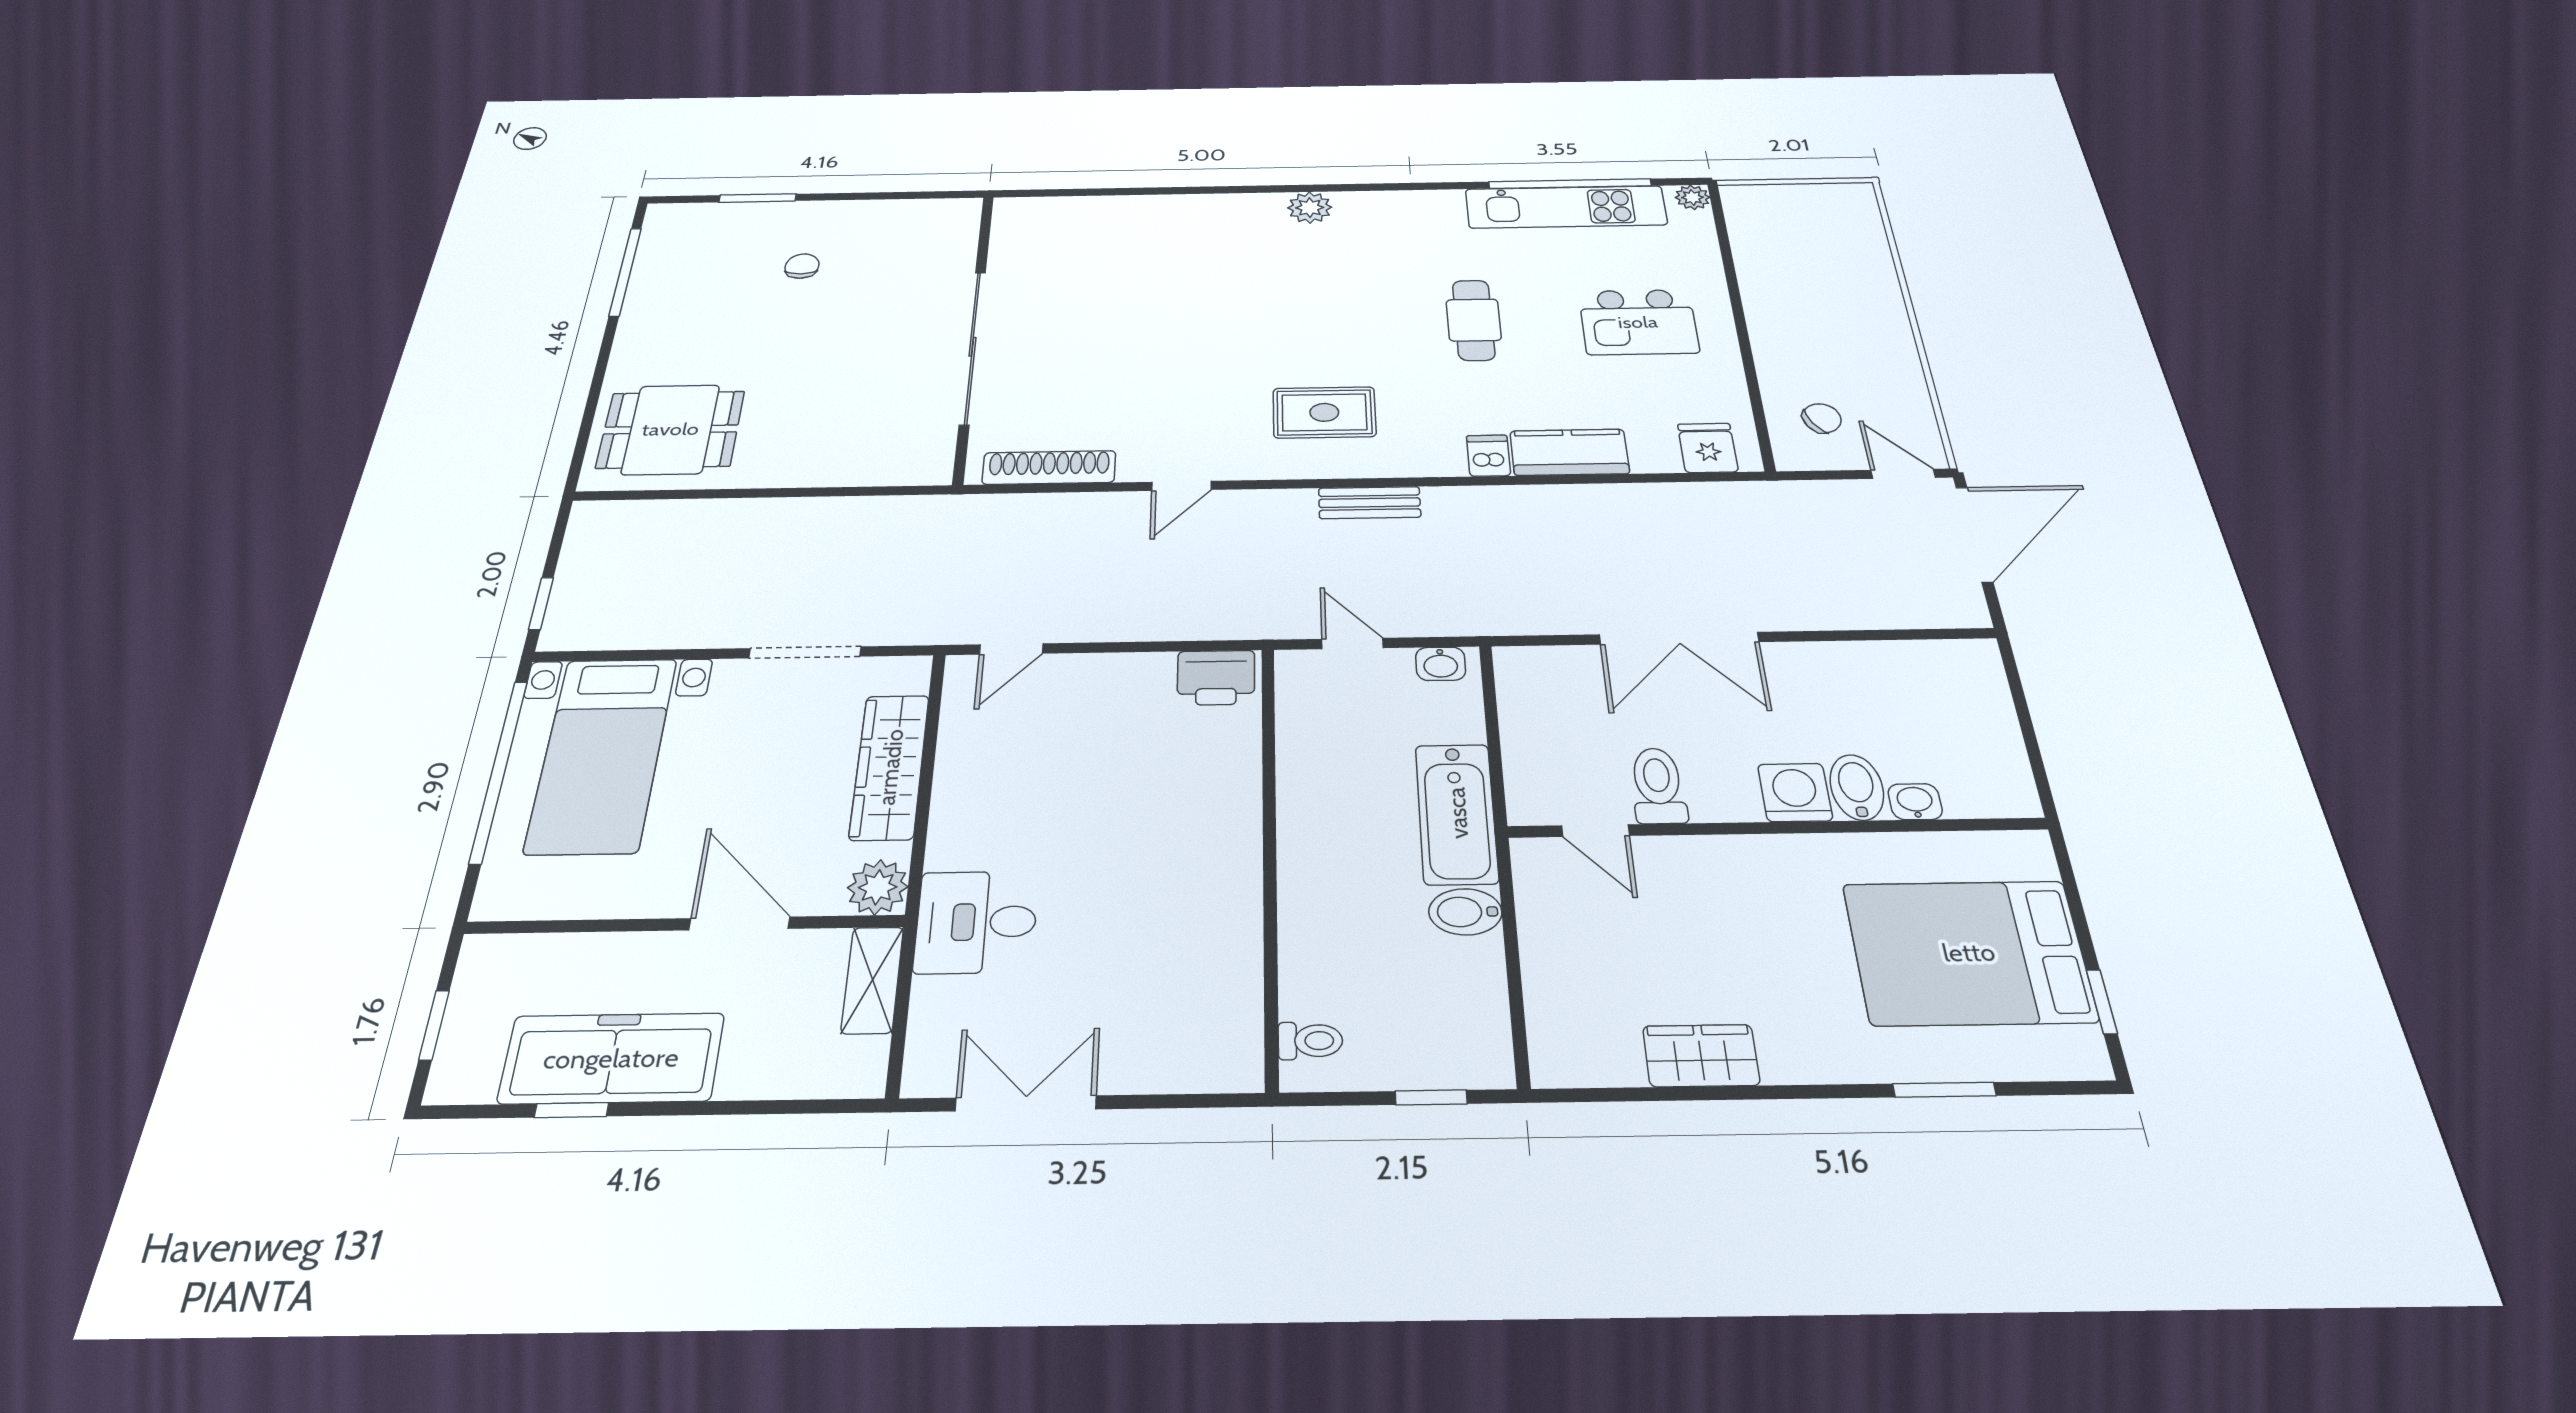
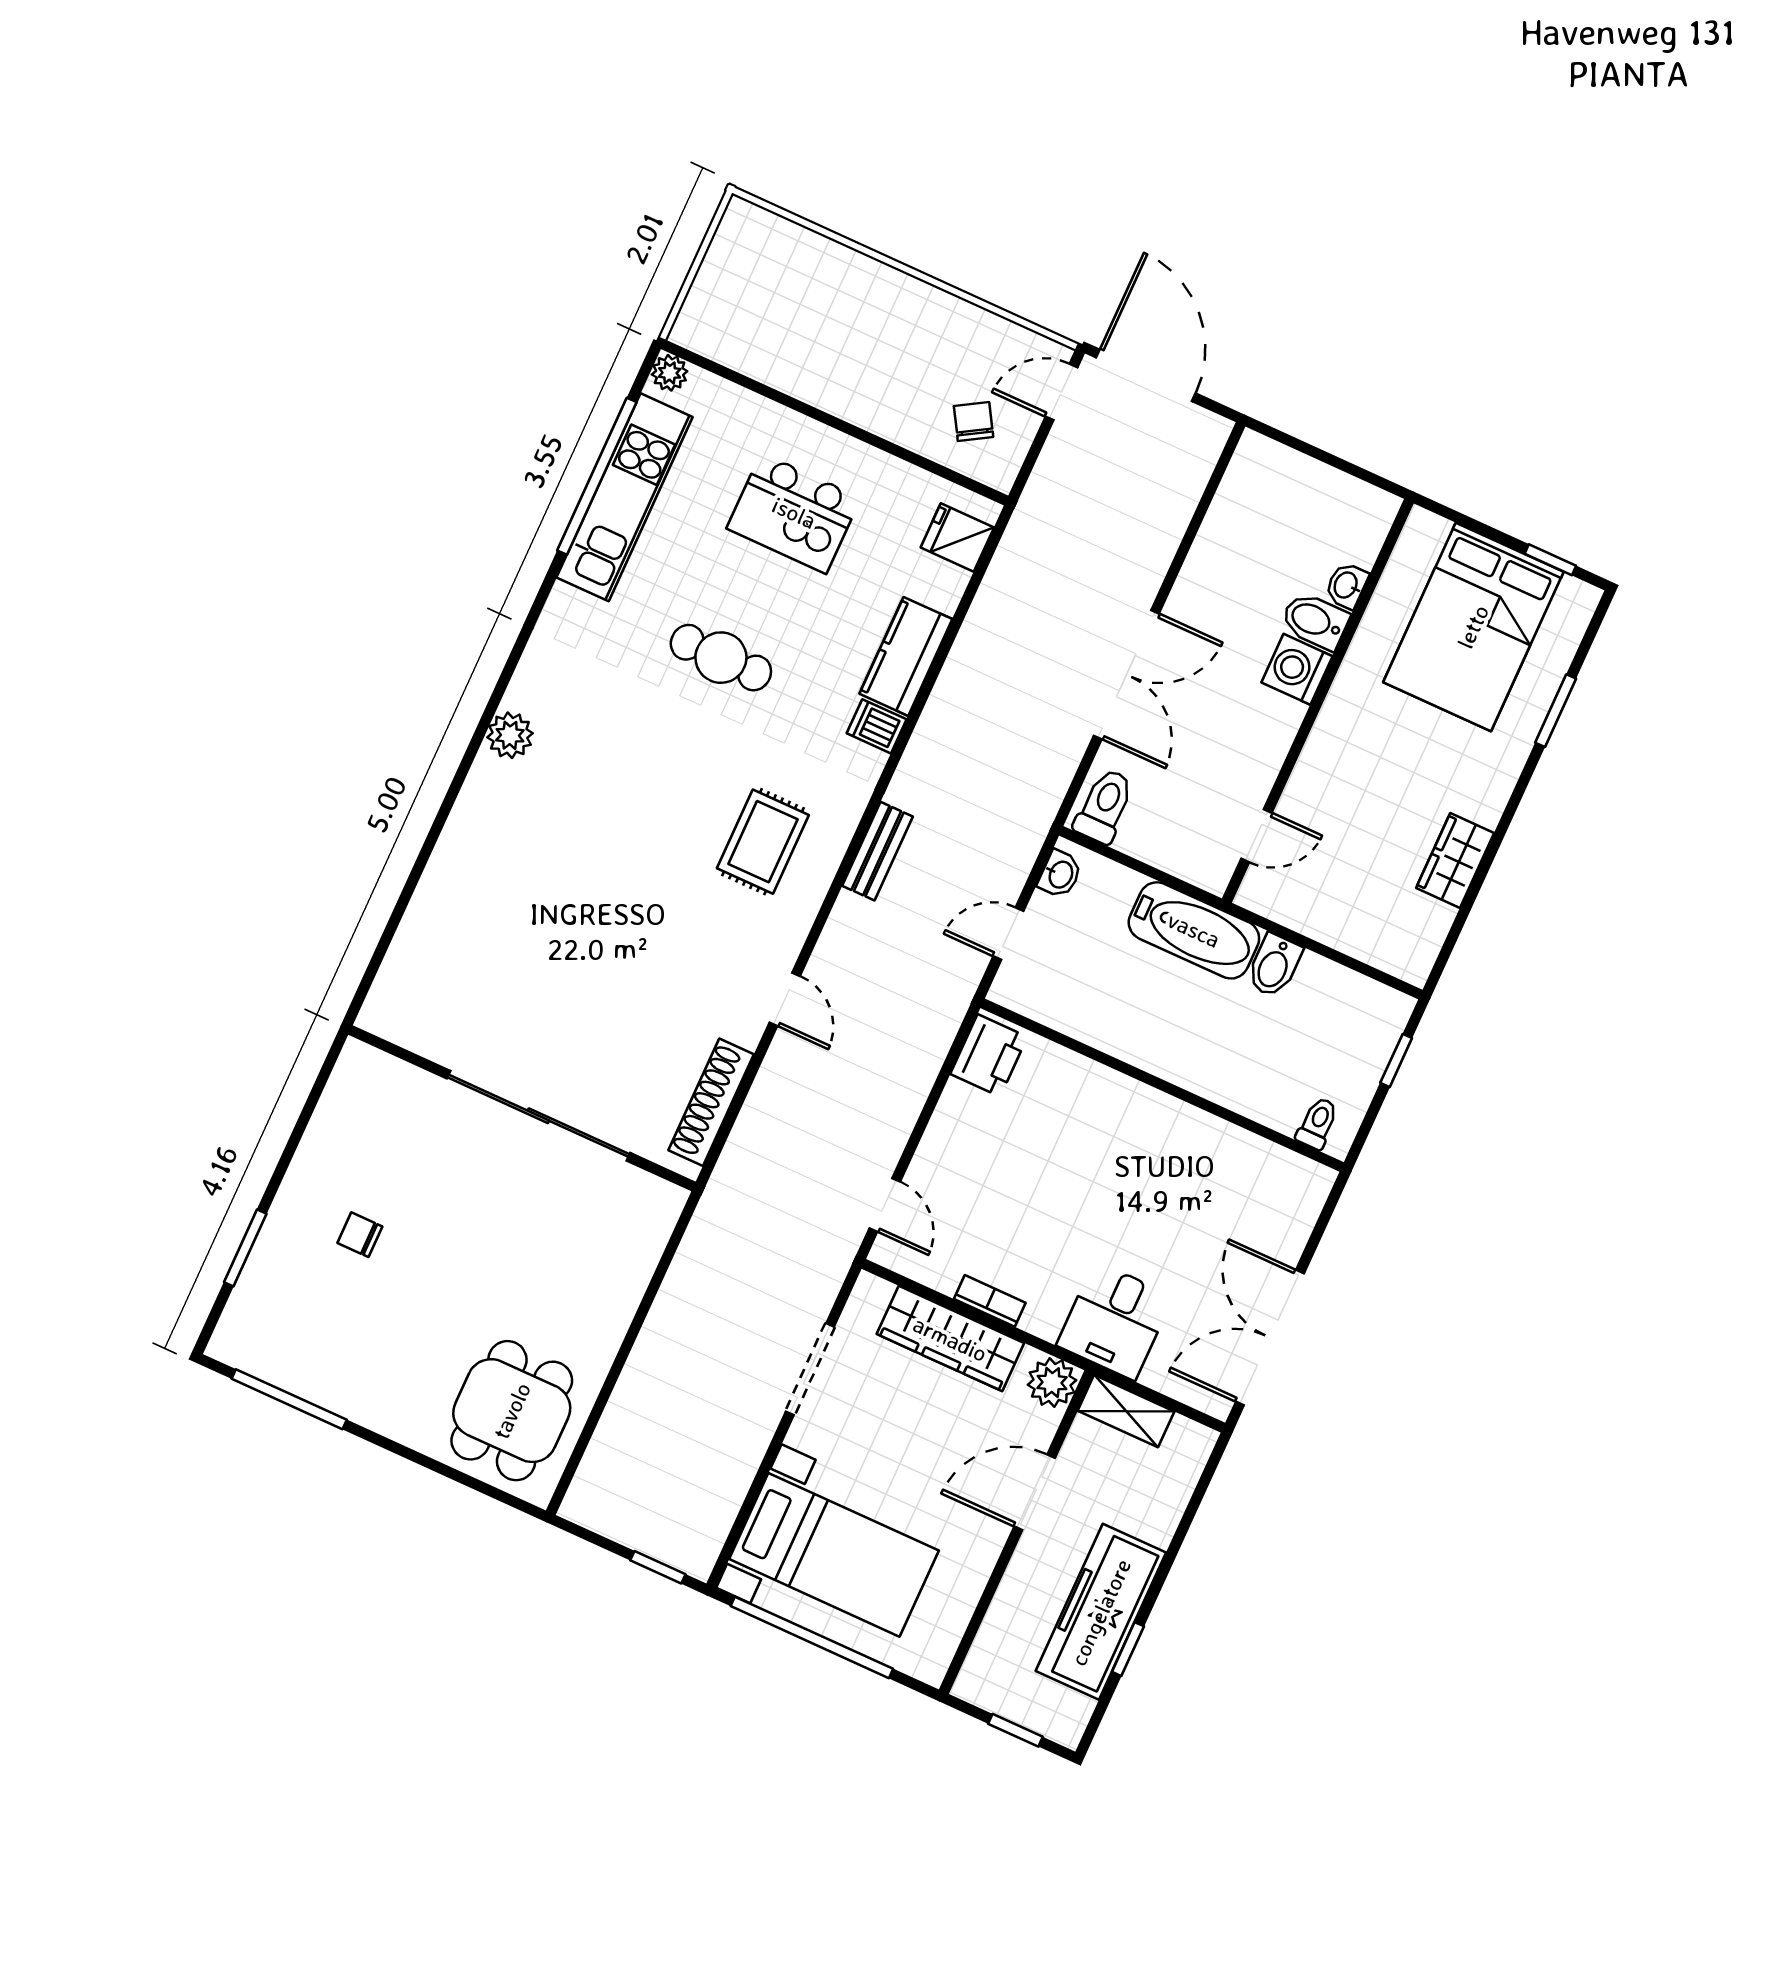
kitchen island: (1638, 322) -> (794, 513), turned 90
toilet: (1658, 786) -> (1104, 806), moved, turned 90
bookcase: (948, 787) -> (990, 1301), added
double door: (1026, 1103) -> (1270, 1338), width x1.37

